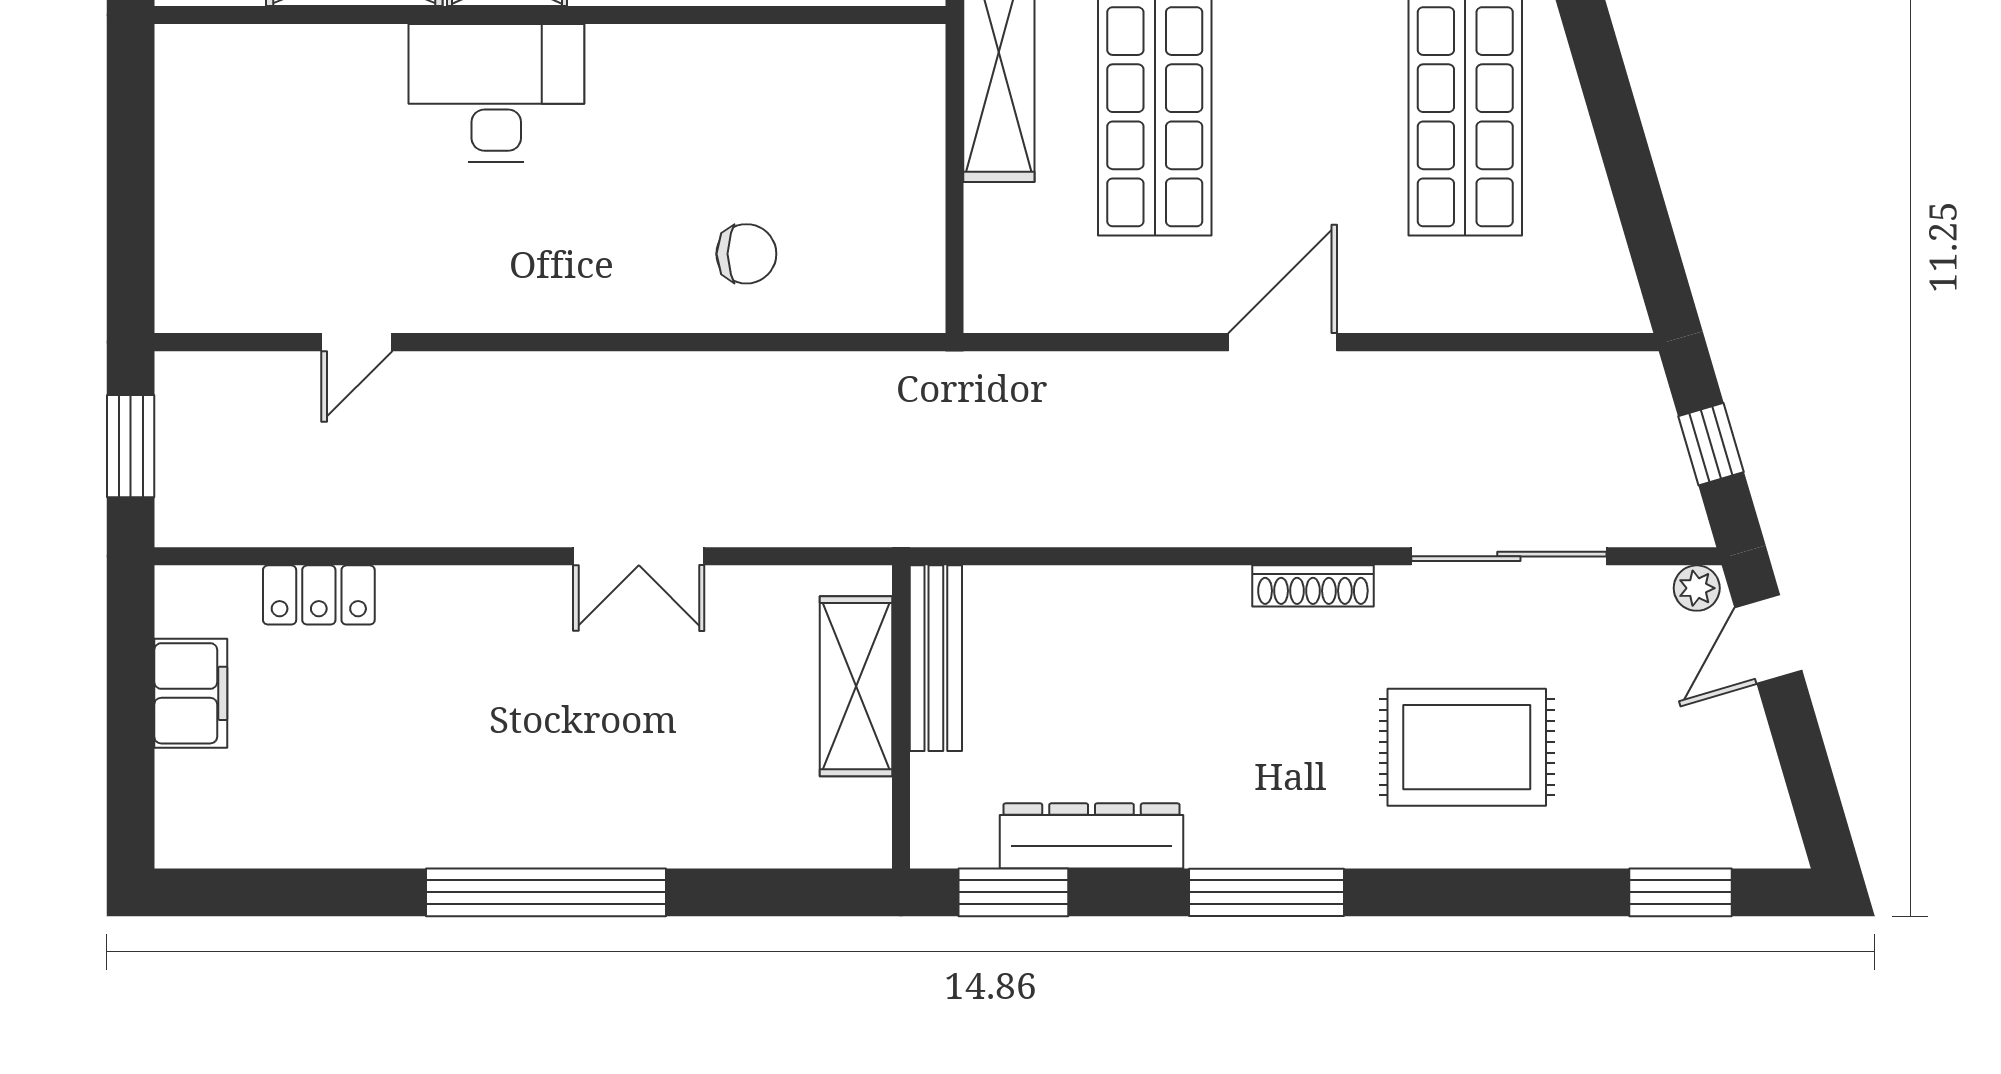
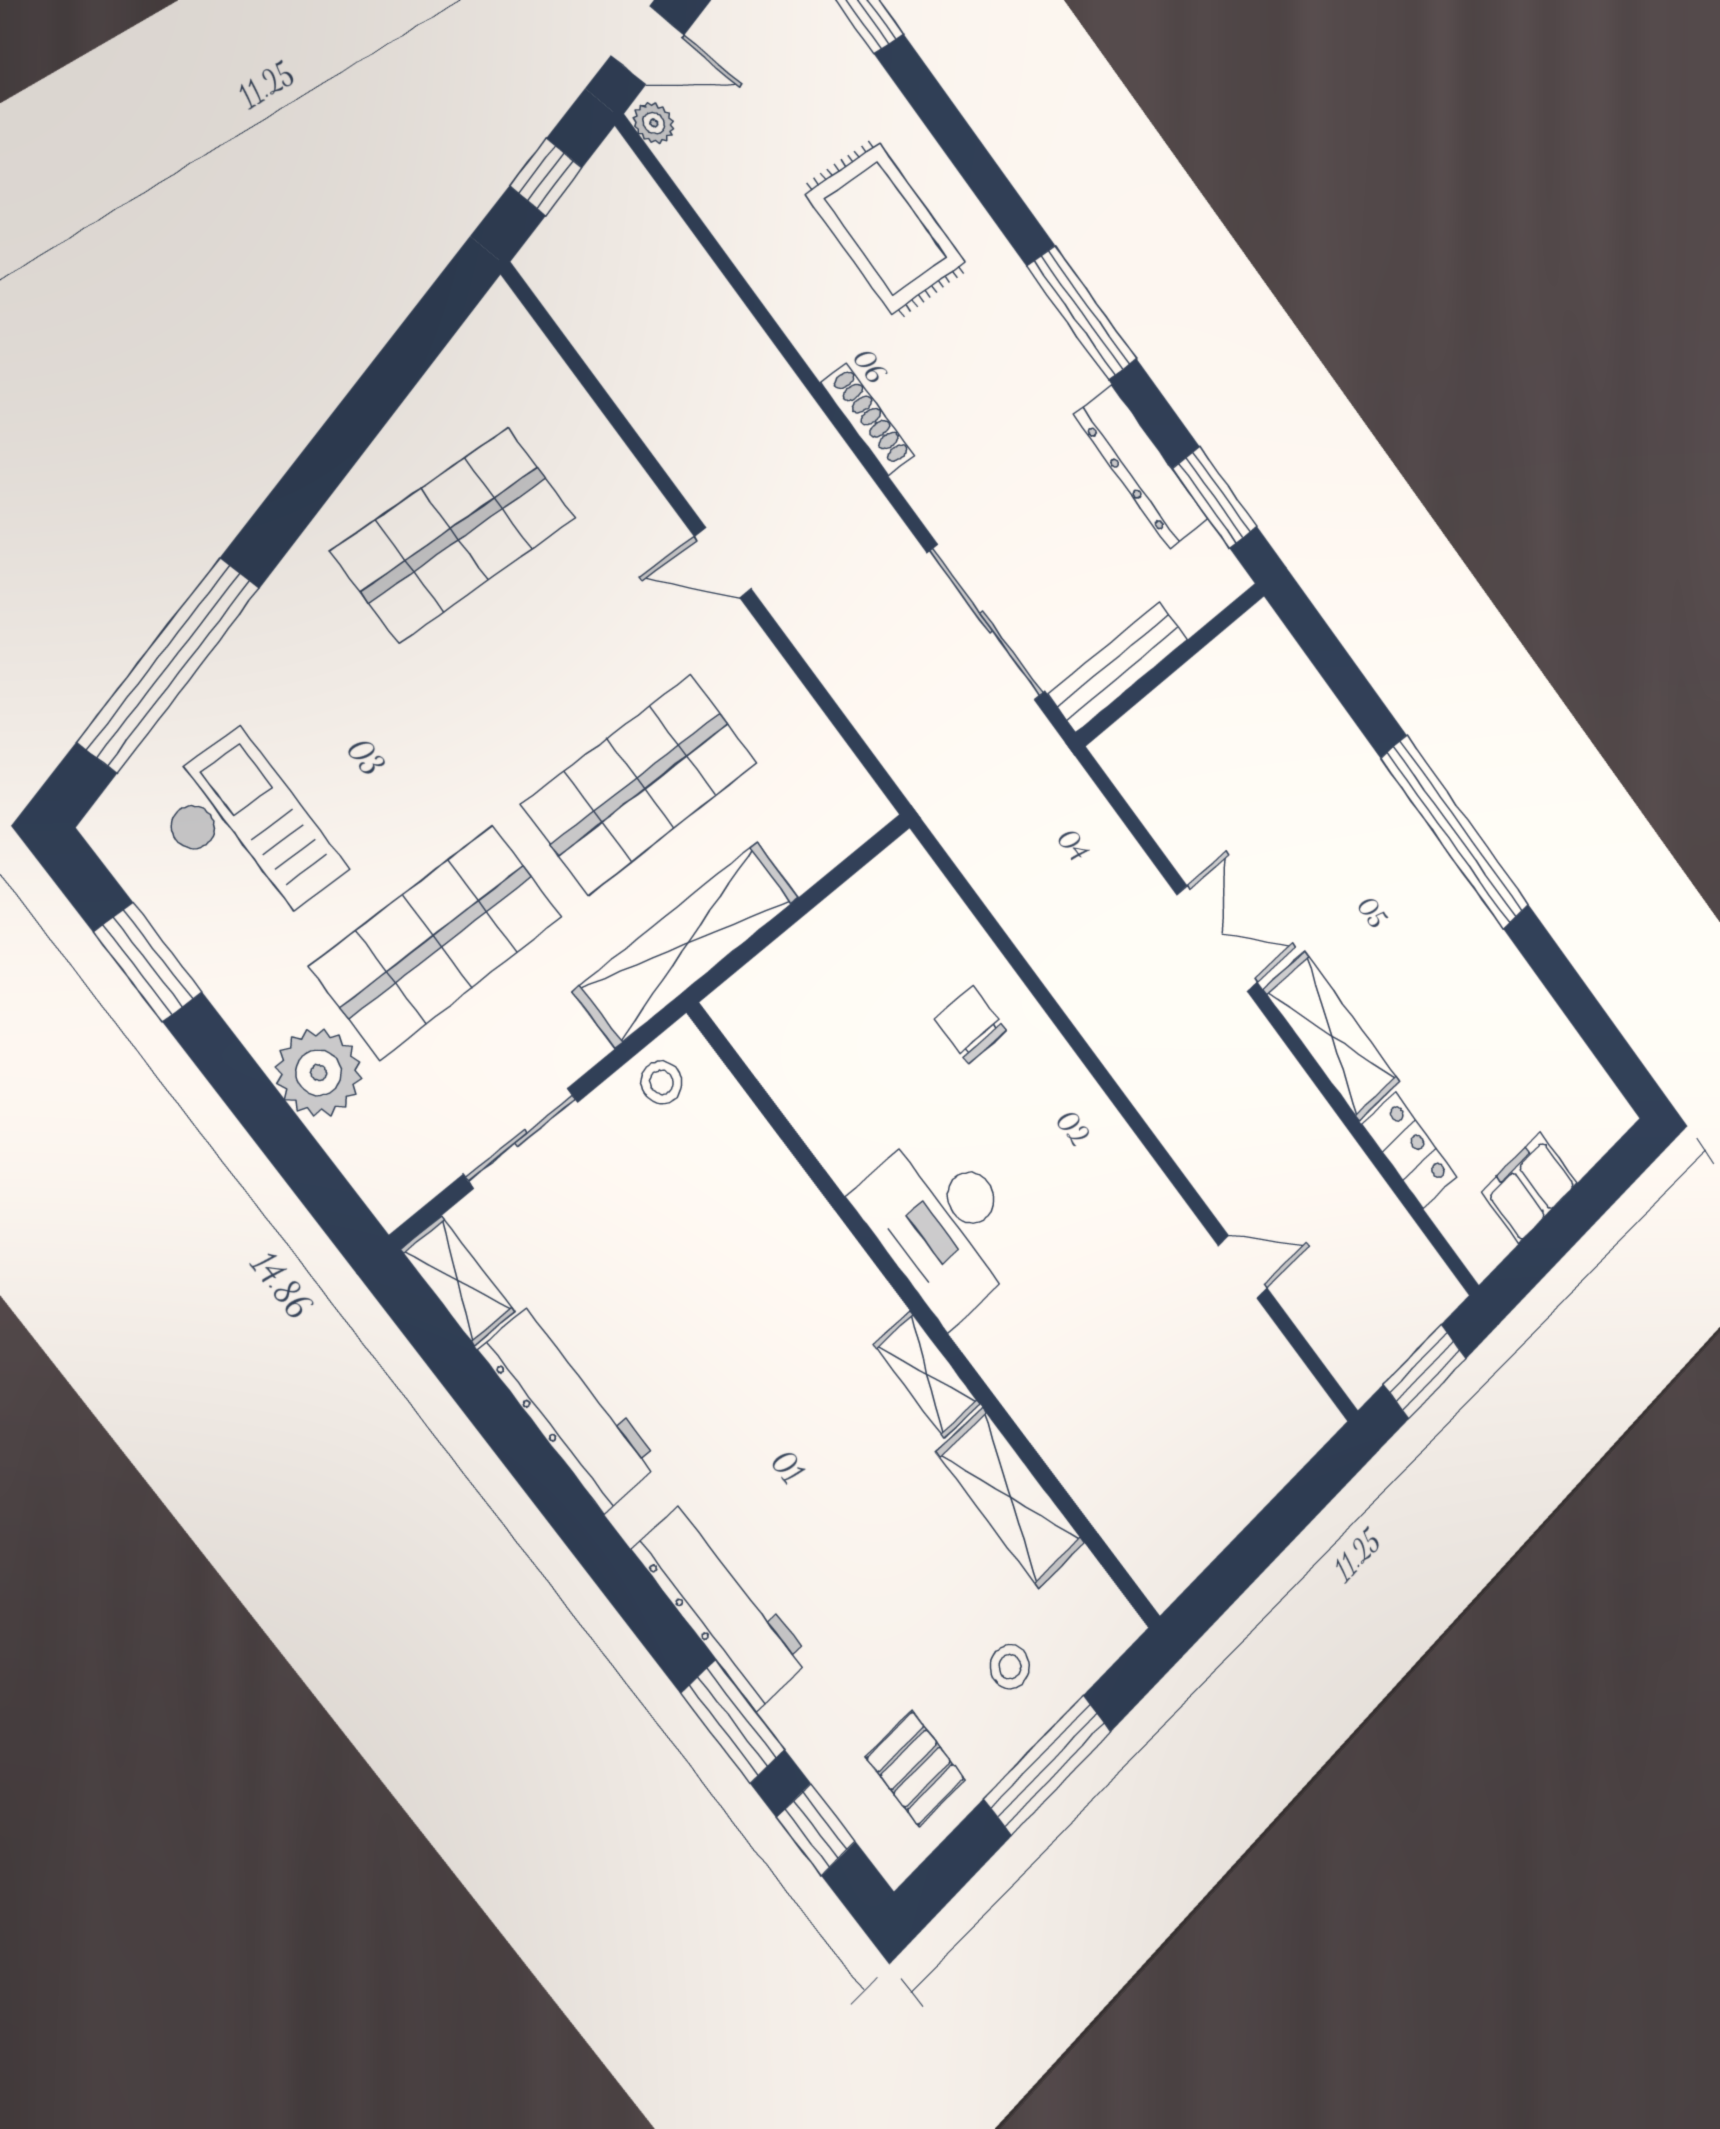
desk: (496, 93) -> (943, 1223), moved
door: (1283, 342) -> (723, 563), width x0.73
sliding door: (1509, 556) -> (986, 622), moved
shelving: (856, 686) -> (1332, 1036), moved, turned 90

